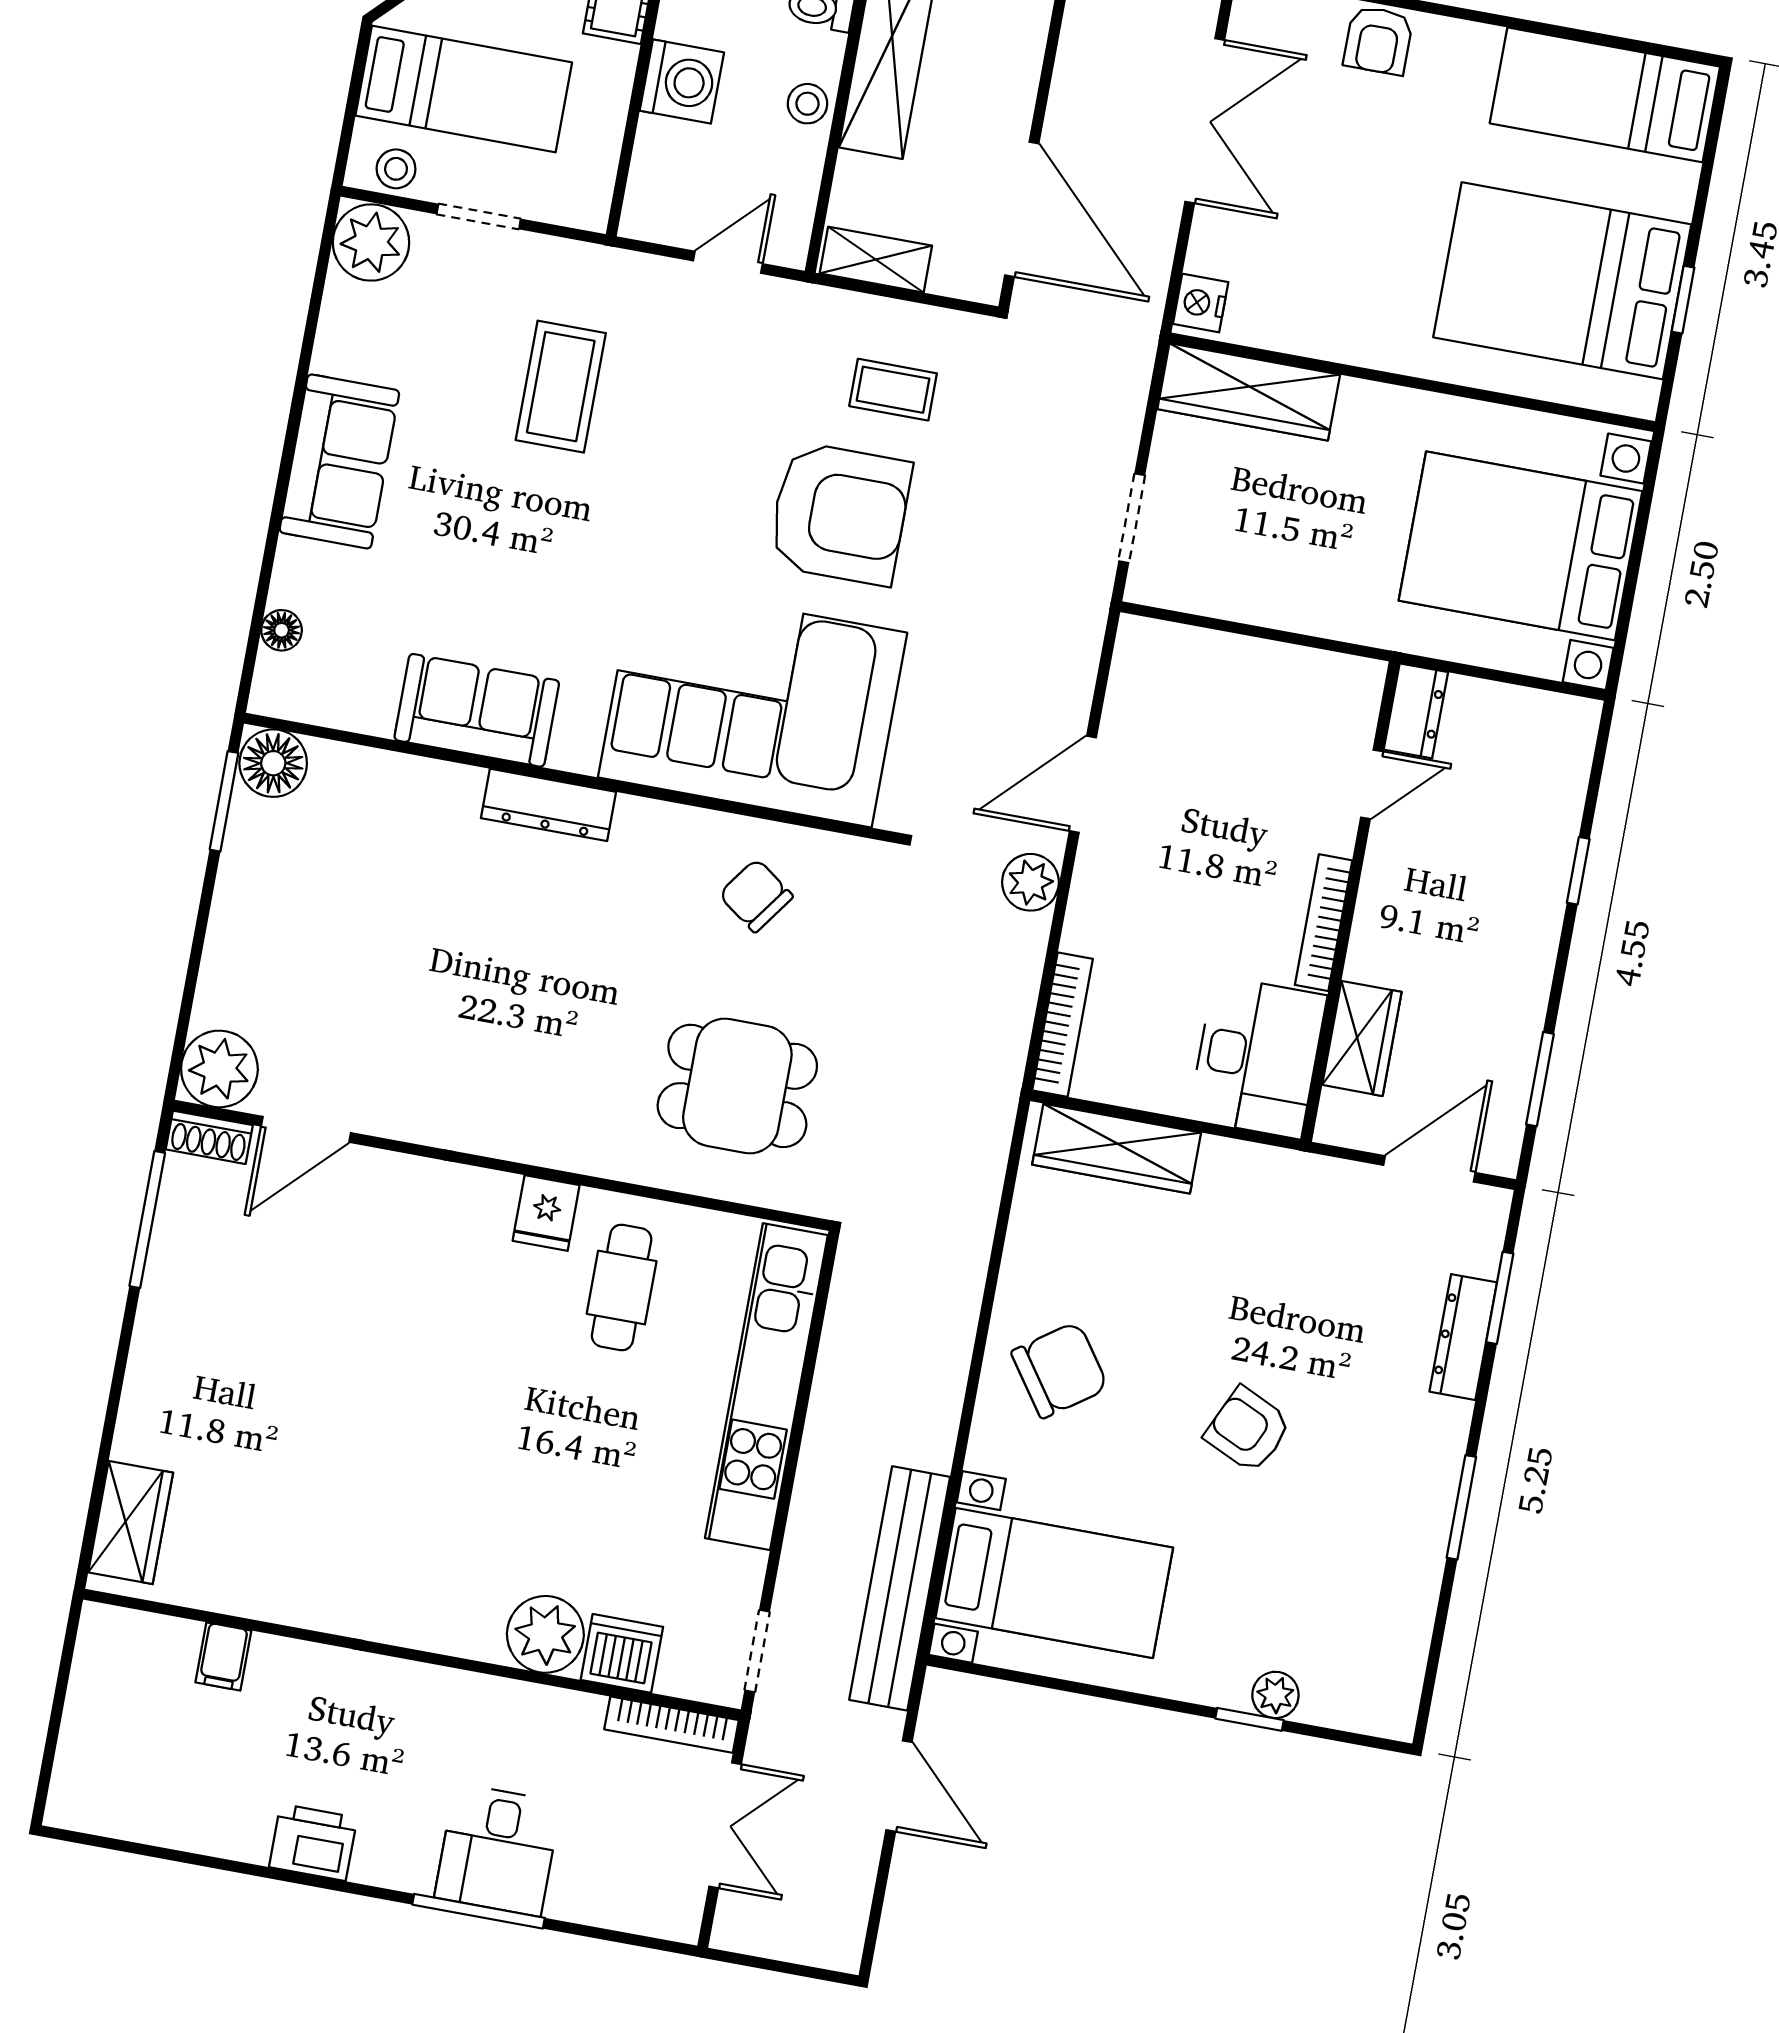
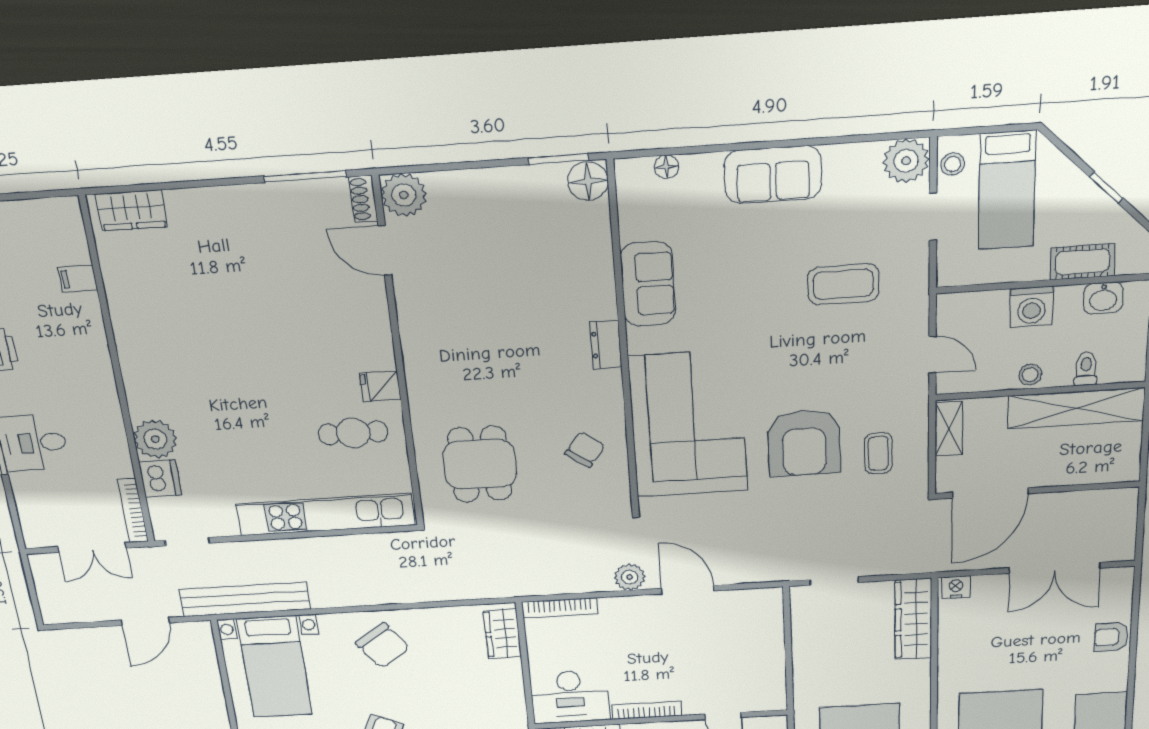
dresser: (548, 805) -> (606, 344), width x0.70
wardrobe: (1117, 1149) -> (502, 634), width x0.67

